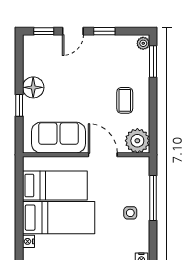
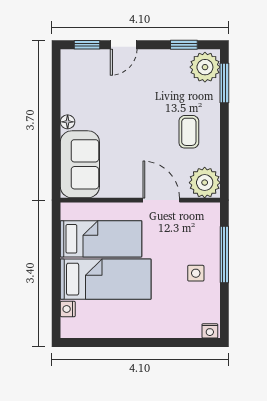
window: (104, 31) -> (184, 45), moved
plant: (143, 43) -> (205, 67), width x1.88, depth x1.88
floor lamp: (33, 87) -> (68, 122), width x0.53, depth x0.53
window: (19, 105) -> (56, 138), removed
sofa: (59, 138) -> (80, 164), moved, turned 90

